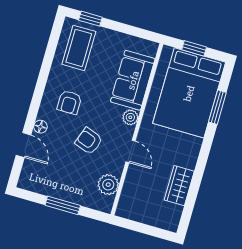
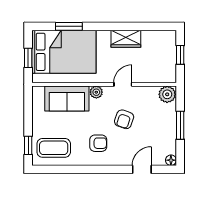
floor lamp: (40, 127) -> (171, 160), moved
plant: (108, 185) -> (167, 94), moved
wardrobe: (179, 186) -> (126, 39), moved
window: (146, 229) -> (180, 55), added

